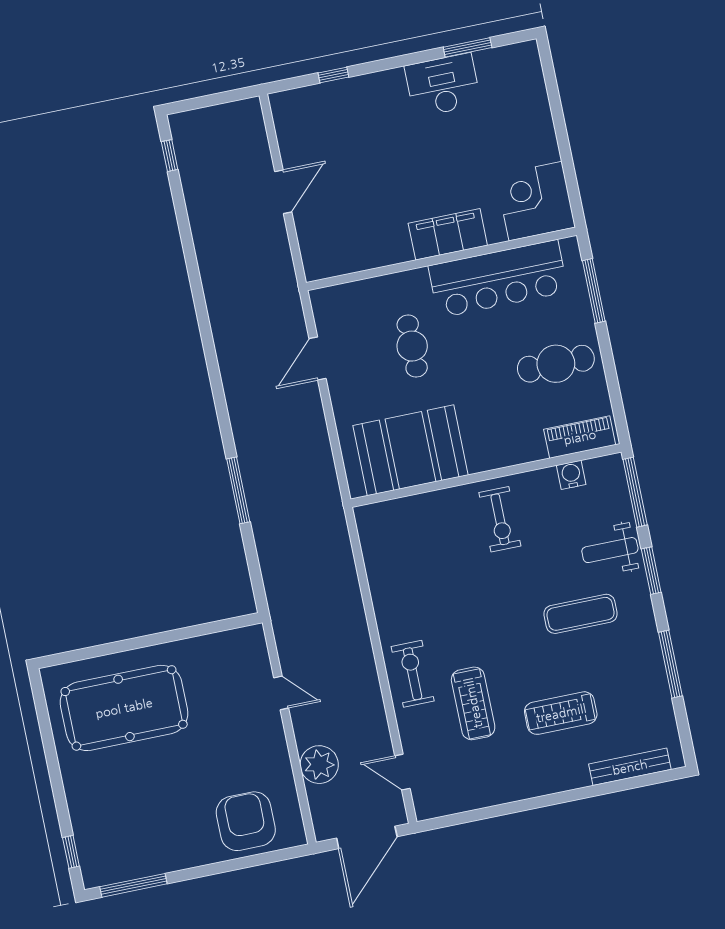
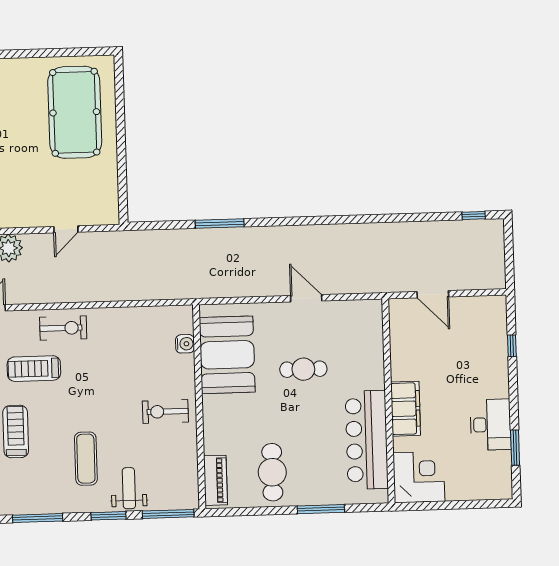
corner desk: (535, 201) -> (419, 477), moved
filing cabinet: (448, 234) -> (406, 409), moved
wall: (441, 259) -> (388, 401), moved
bar counter: (498, 279) -> (367, 440), moved
water cooler: (571, 475) -> (185, 344), moved

